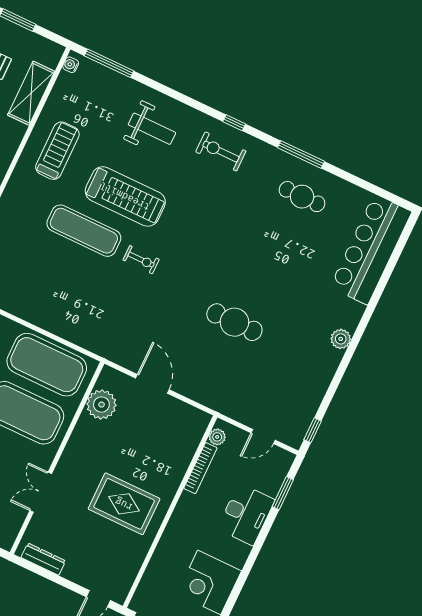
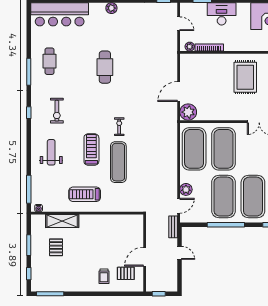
exercise bike: (221, 151) -> (57, 111), moved
treadmill: (125, 196) -> (91, 150), width x0.73, depth x0.73
cafe table: (234, 322) -> (105, 67), moved
plant: (101, 405) -> (188, 112), moved

